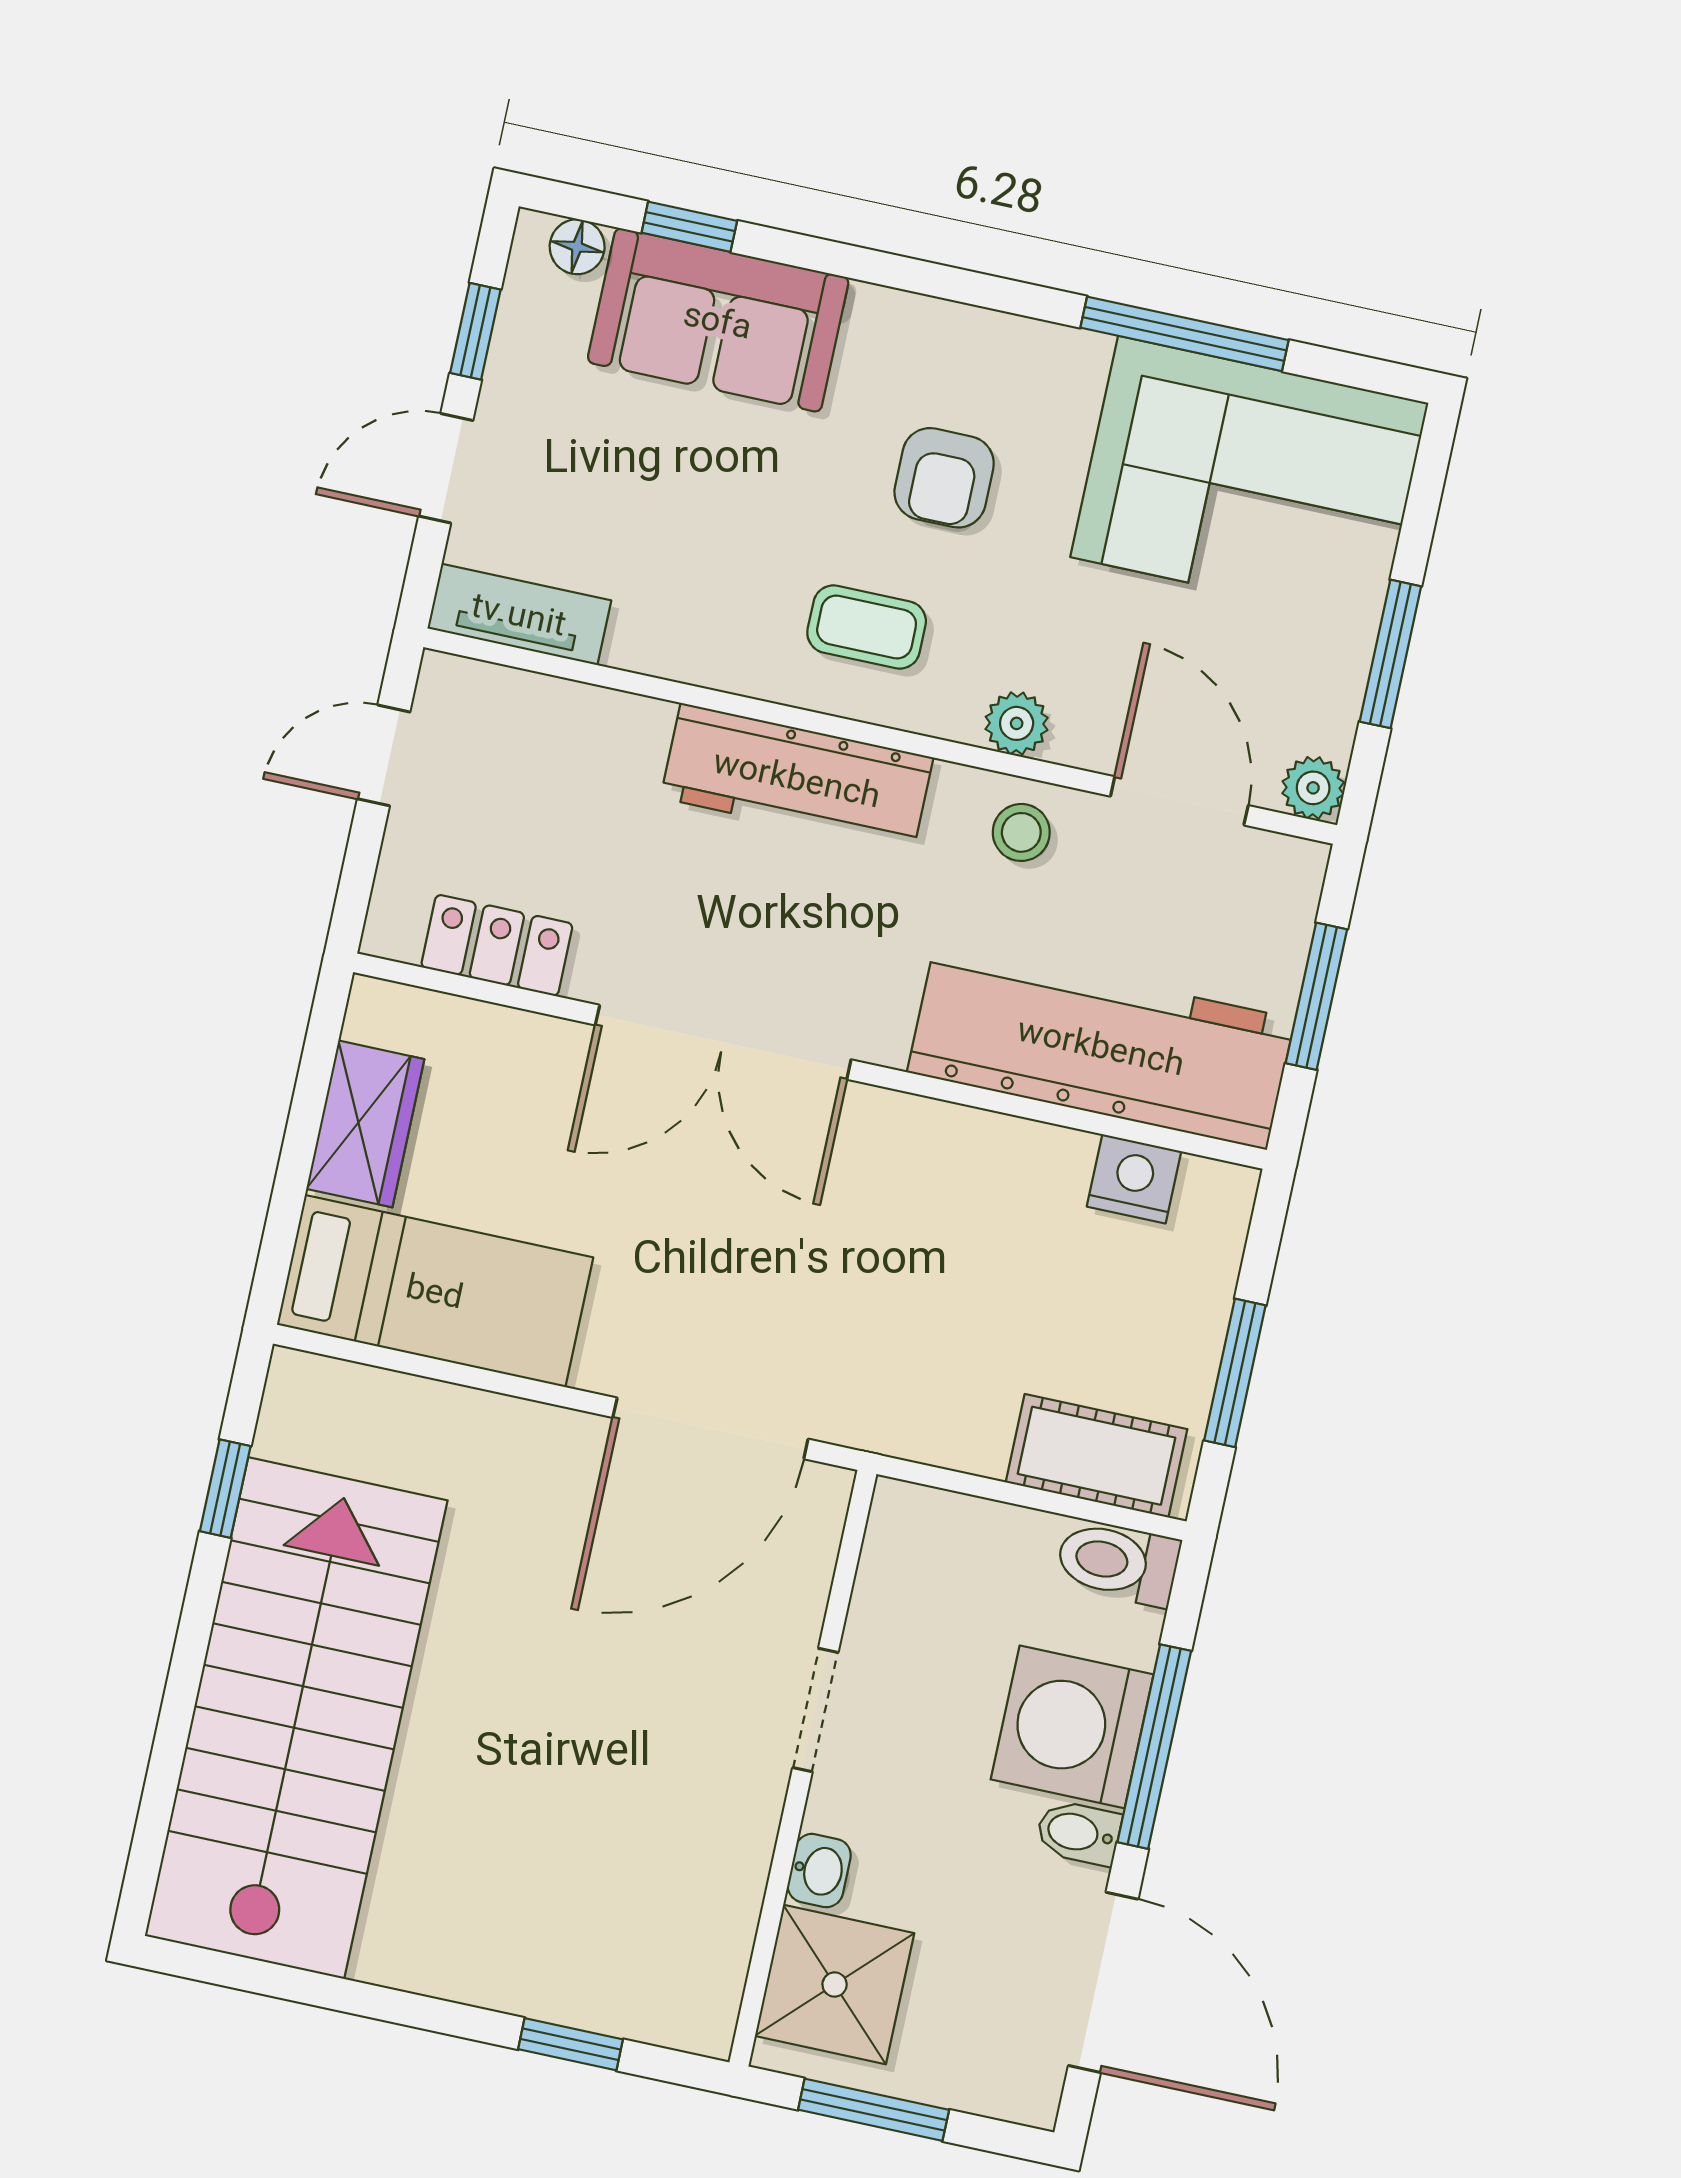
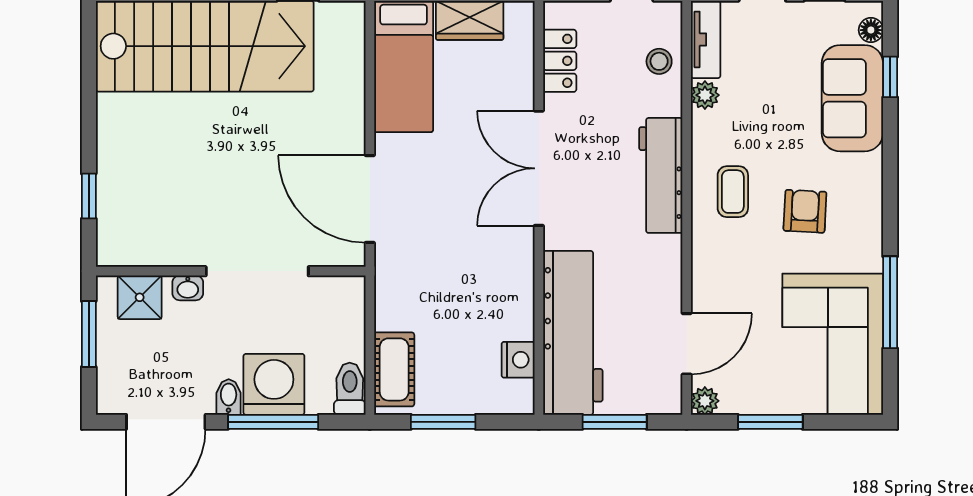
armchair: (944, 478) -> (805, 211), turned 93
plant: (1017, 723) -> (705, 95), moved
stool: (1021, 832) -> (659, 61), moved
doorway: (815, 1710) -> (257, 271), width x1.88
shower: (835, 1985) -> (140, 297), width x0.73, depth x0.73

